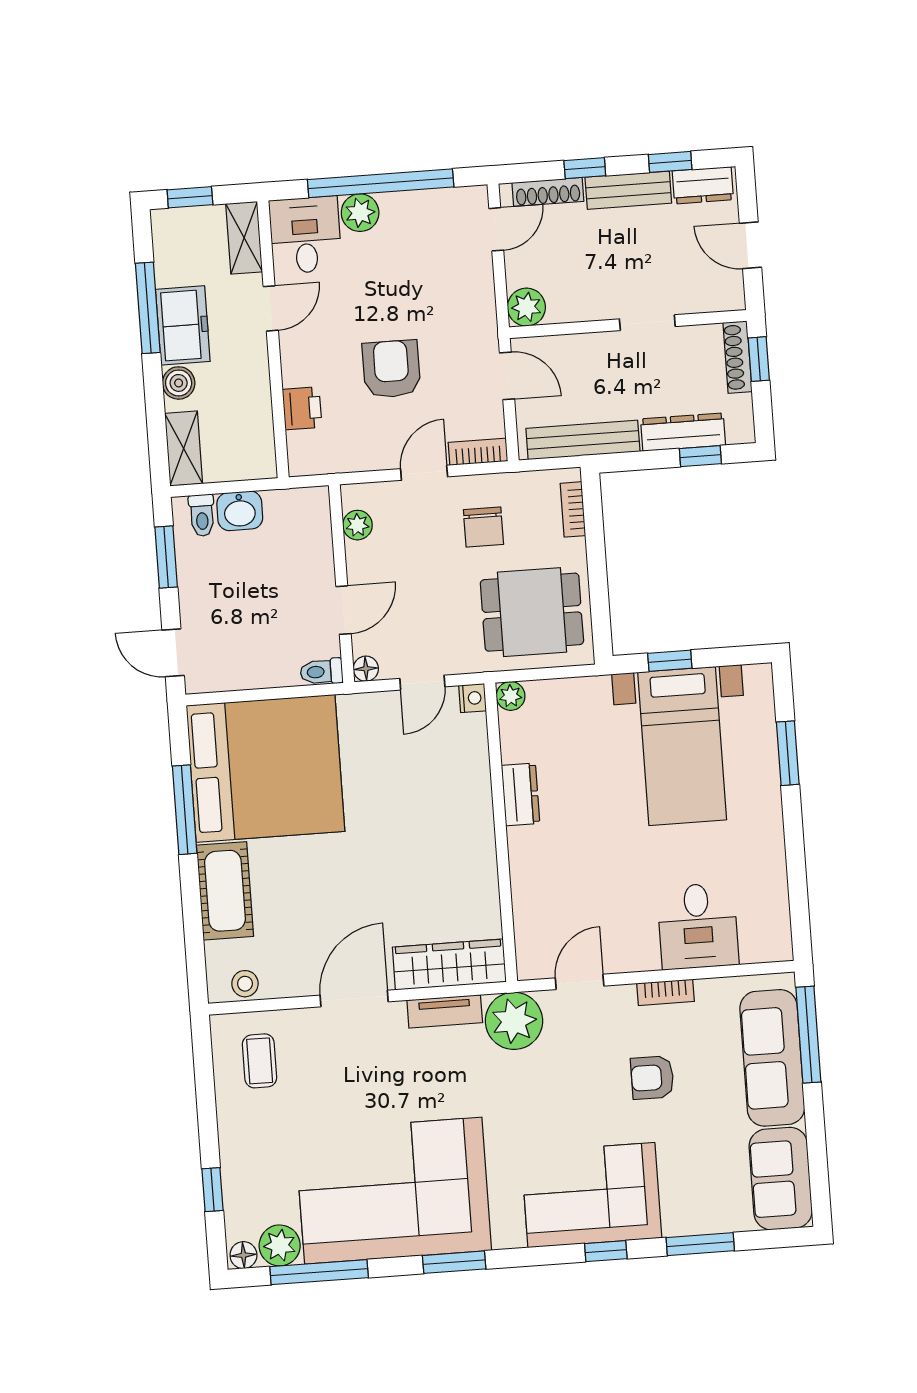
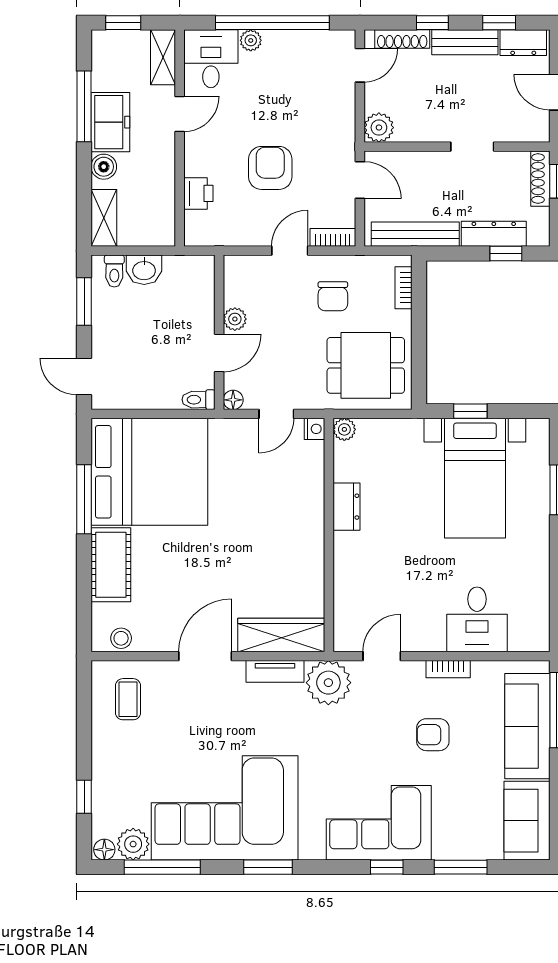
plant: (360, 213) -> (251, 40), width x0.73, depth x0.73
plant: (357, 525) -> (235, 319), moved

